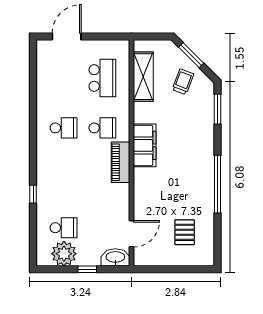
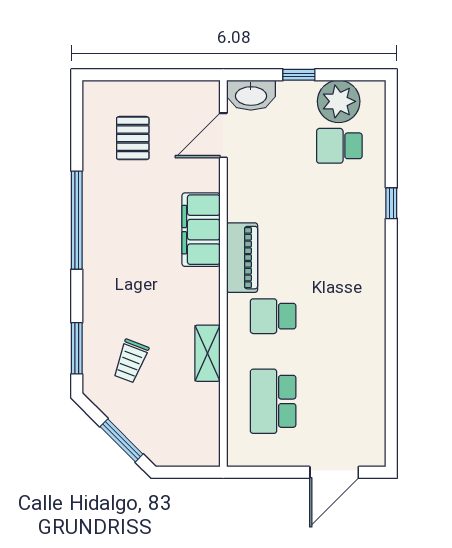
shelving: (143, 77) -> (207, 353), moved, width x0.67, depth x0.75
trolley: (183, 82) -> (131, 361), moved
school desk: (64, 128) -> (339, 316), removed
filing cabinet: (145, 145) -> (201, 230), moved

